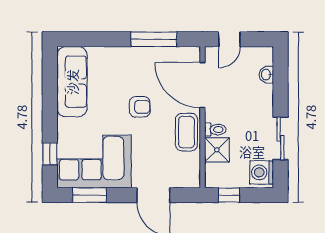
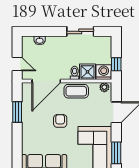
window: (154, 39) -> (17, 112), width x0.69
washing machine: (262, 172) -> (104, 72), moved, turned 180
plant: (193, 176) -> (104, 87), added

